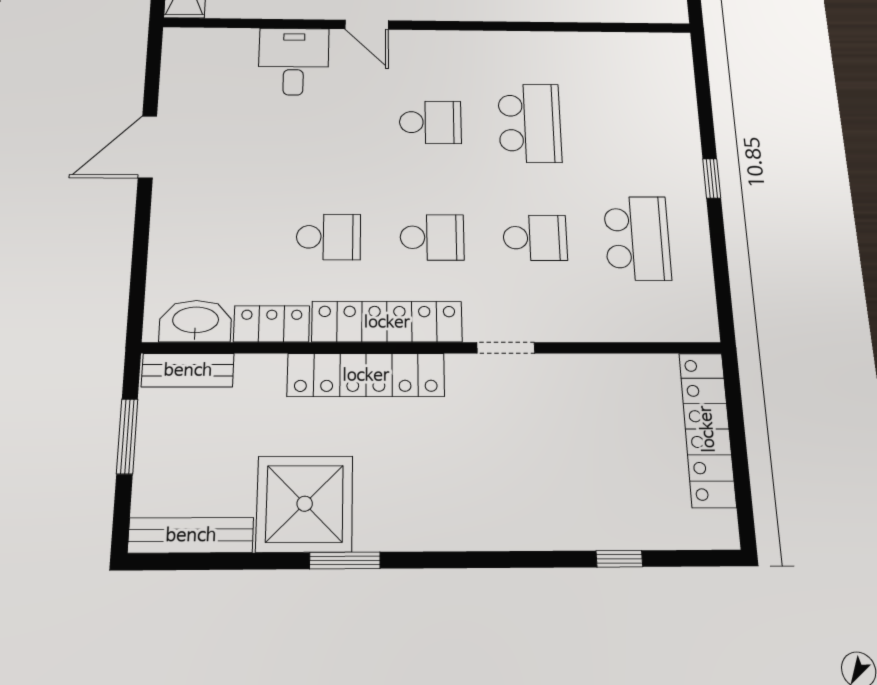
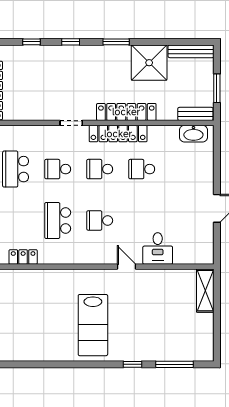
locker: (272, 324) -> (23, 257), moved, turned 180
window: (515, 559) -> (71, 42), added
window: (345, 561) -> (116, 42), moved

